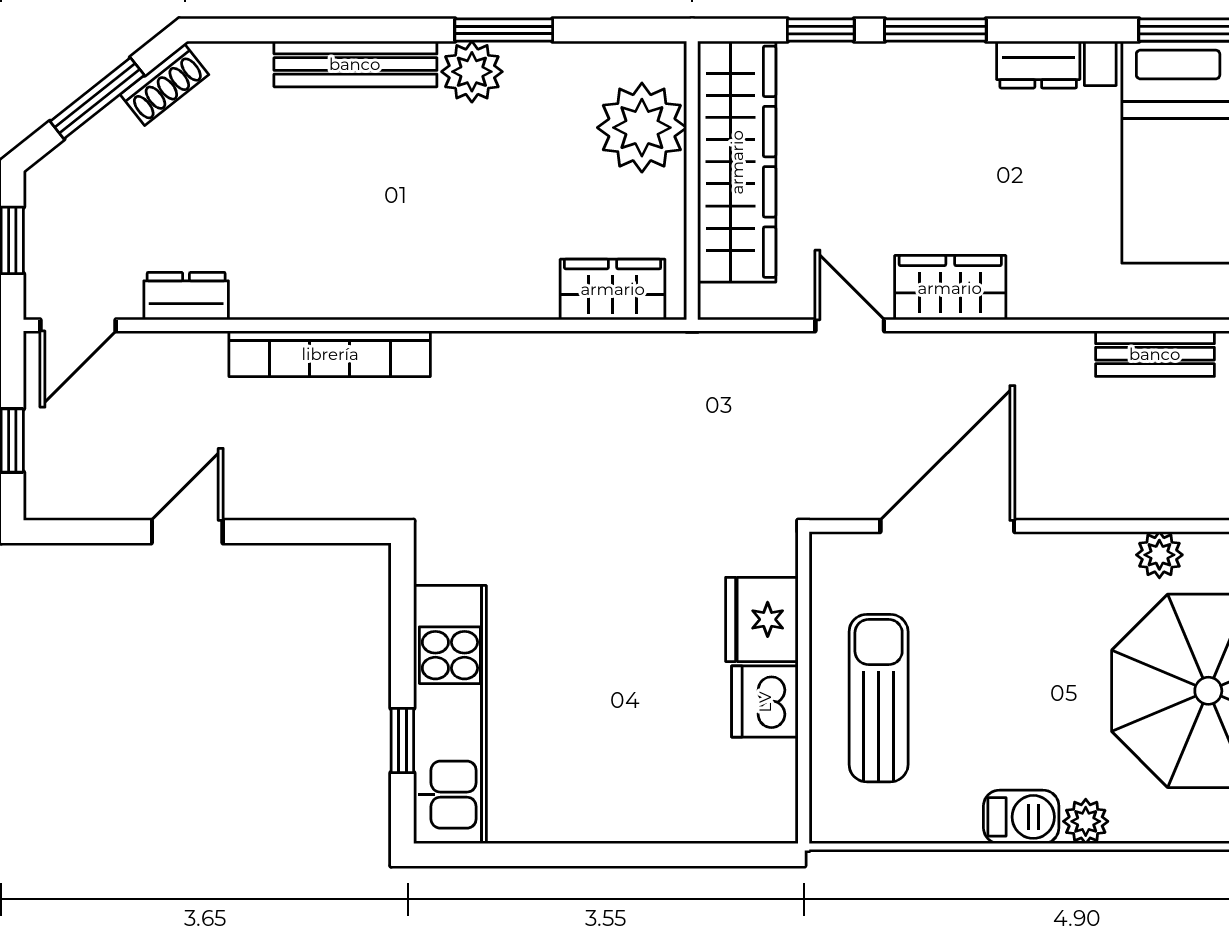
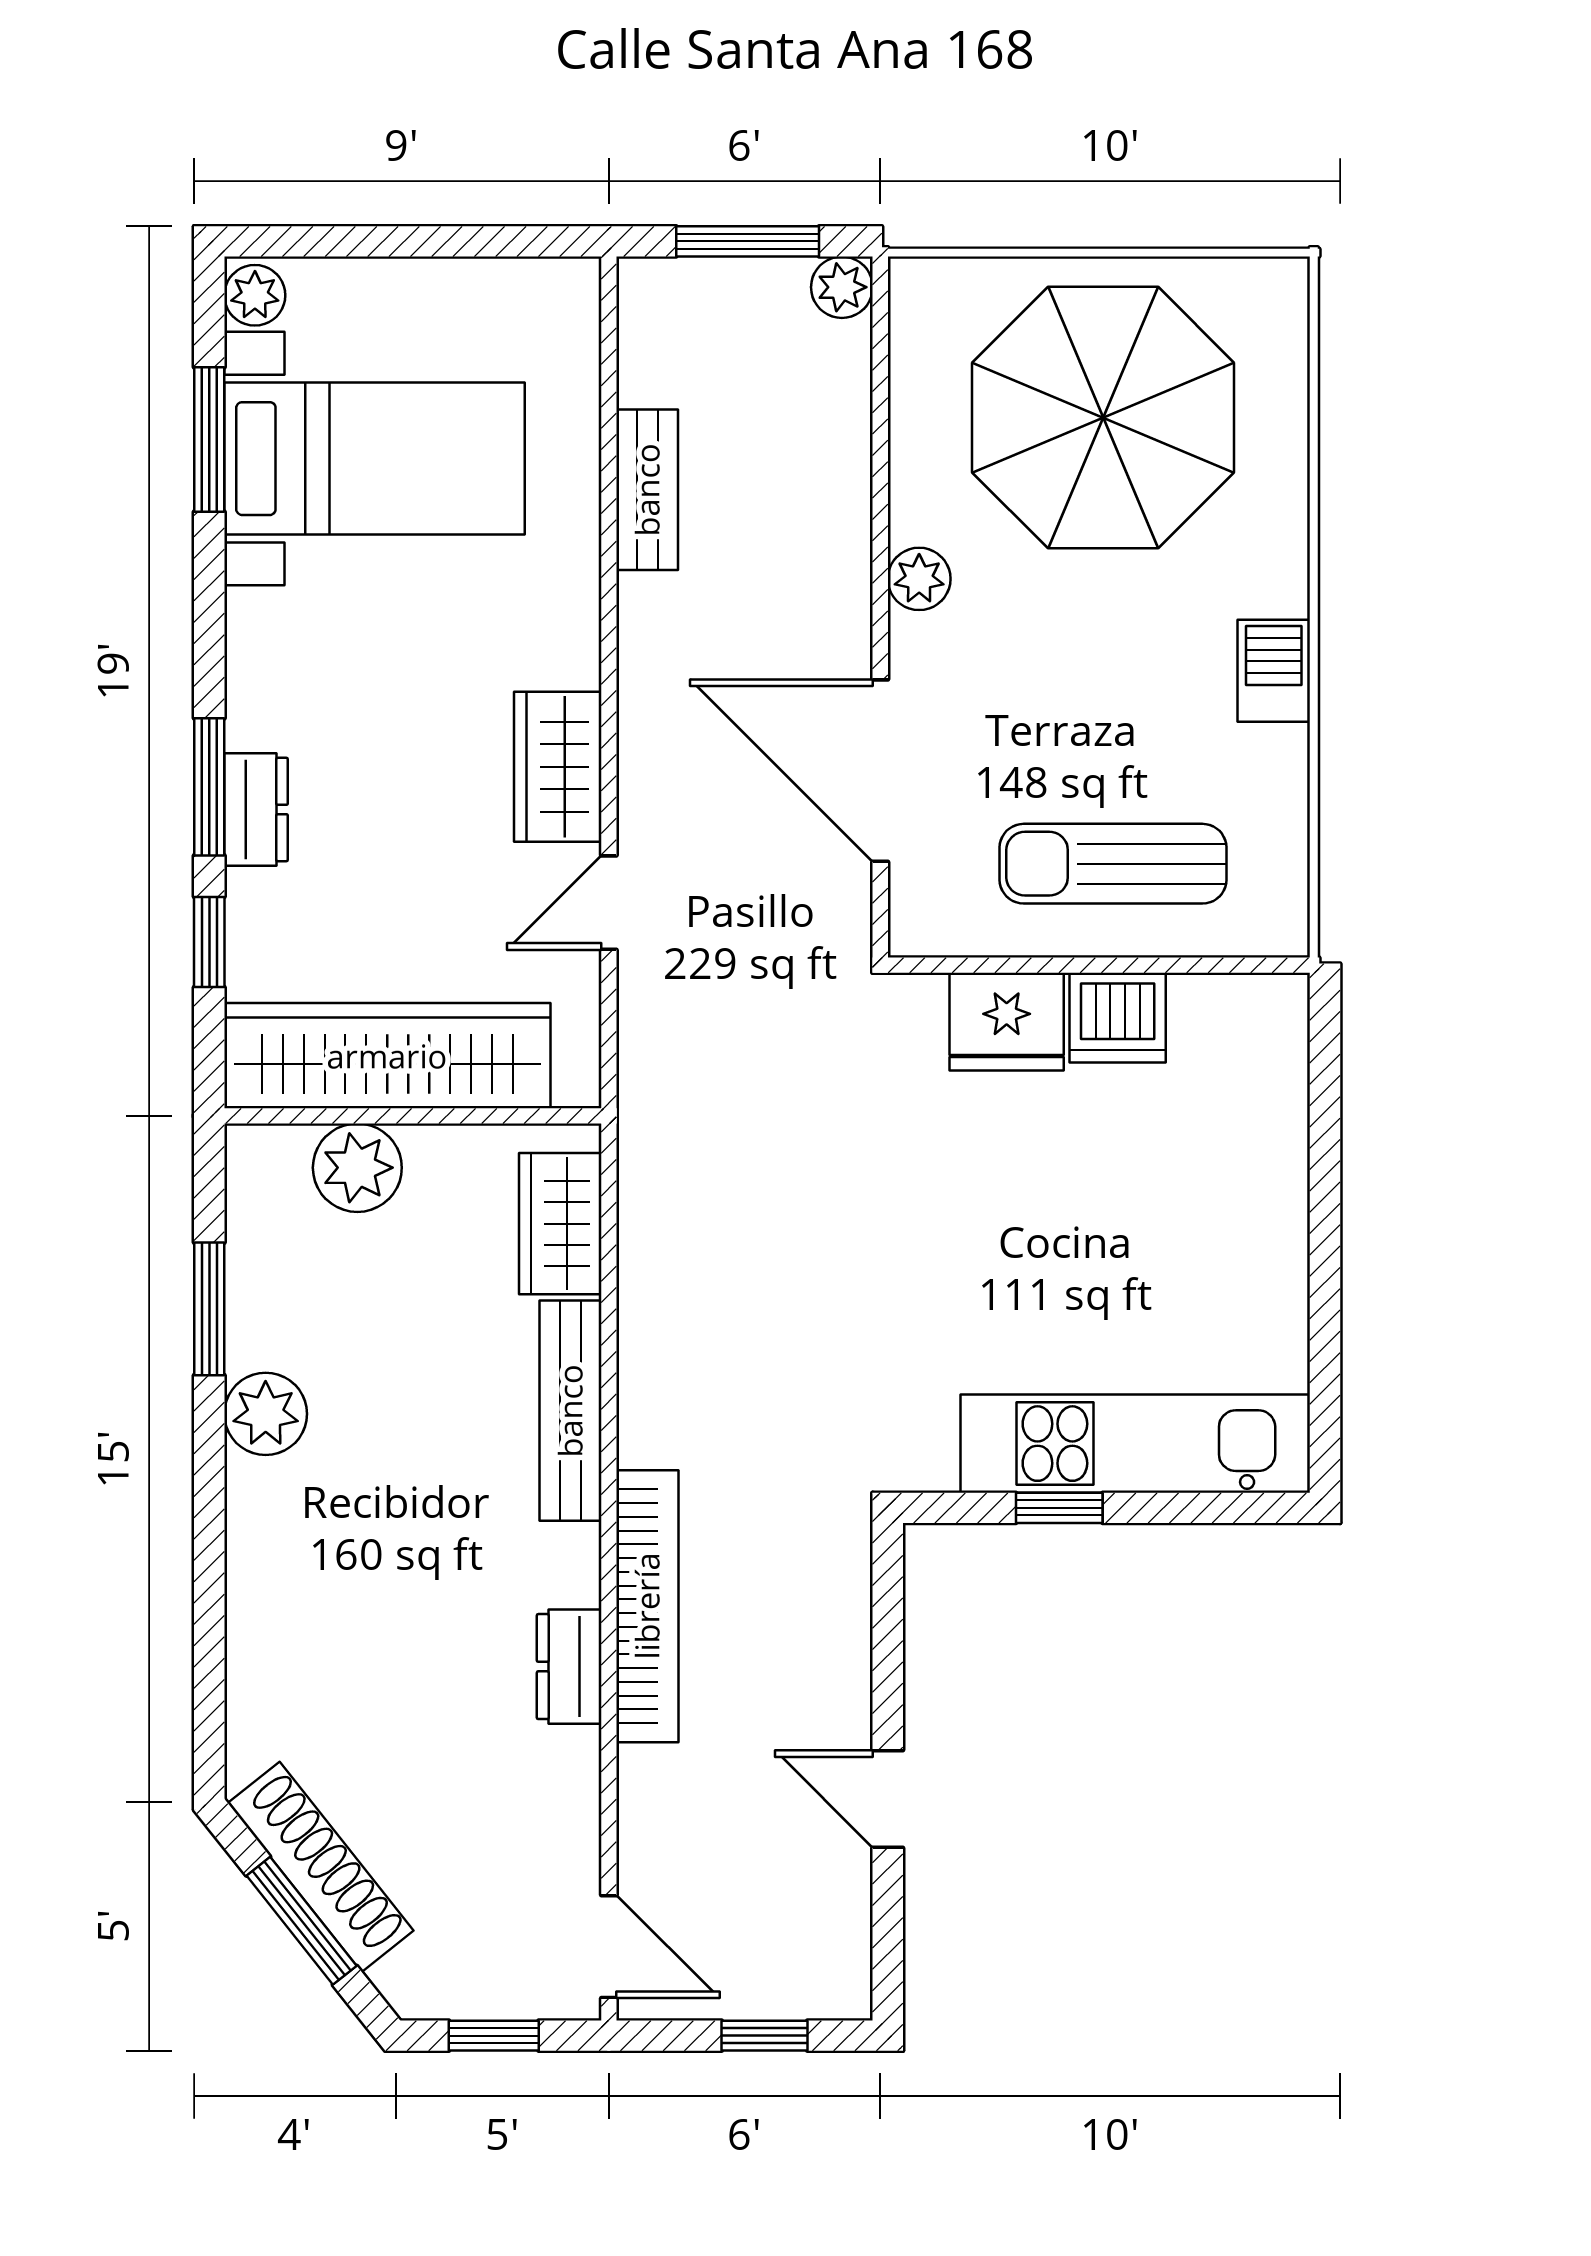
window: (504, 30) -> (209, 1309), moved
bench: (355, 64) -> (570, 1411), moved
dresser: (1038, 65) -> (256, 810), moved
shoe rack: (164, 85) -> (321, 1867), width x1.94, depth x1.24
plant: (642, 128) -> (357, 1168), width x0.73, depth x0.73
dresser: (186, 296) -> (569, 1667), moved
plant: (1159, 555) -> (919, 579), moved
window: (402, 740) -> (1059, 1508), moved
plant: (1086, 821) -> (1280, 584), removed

